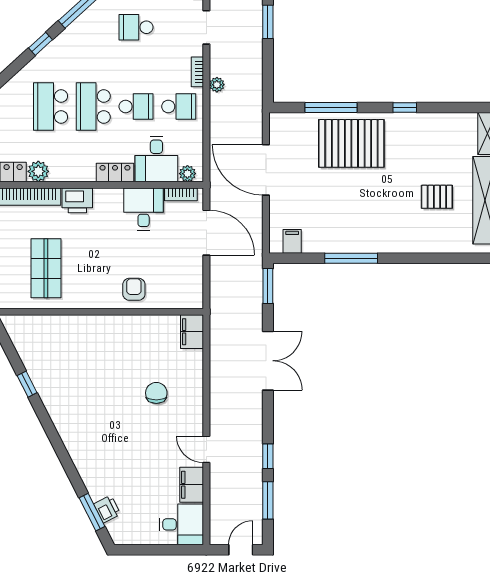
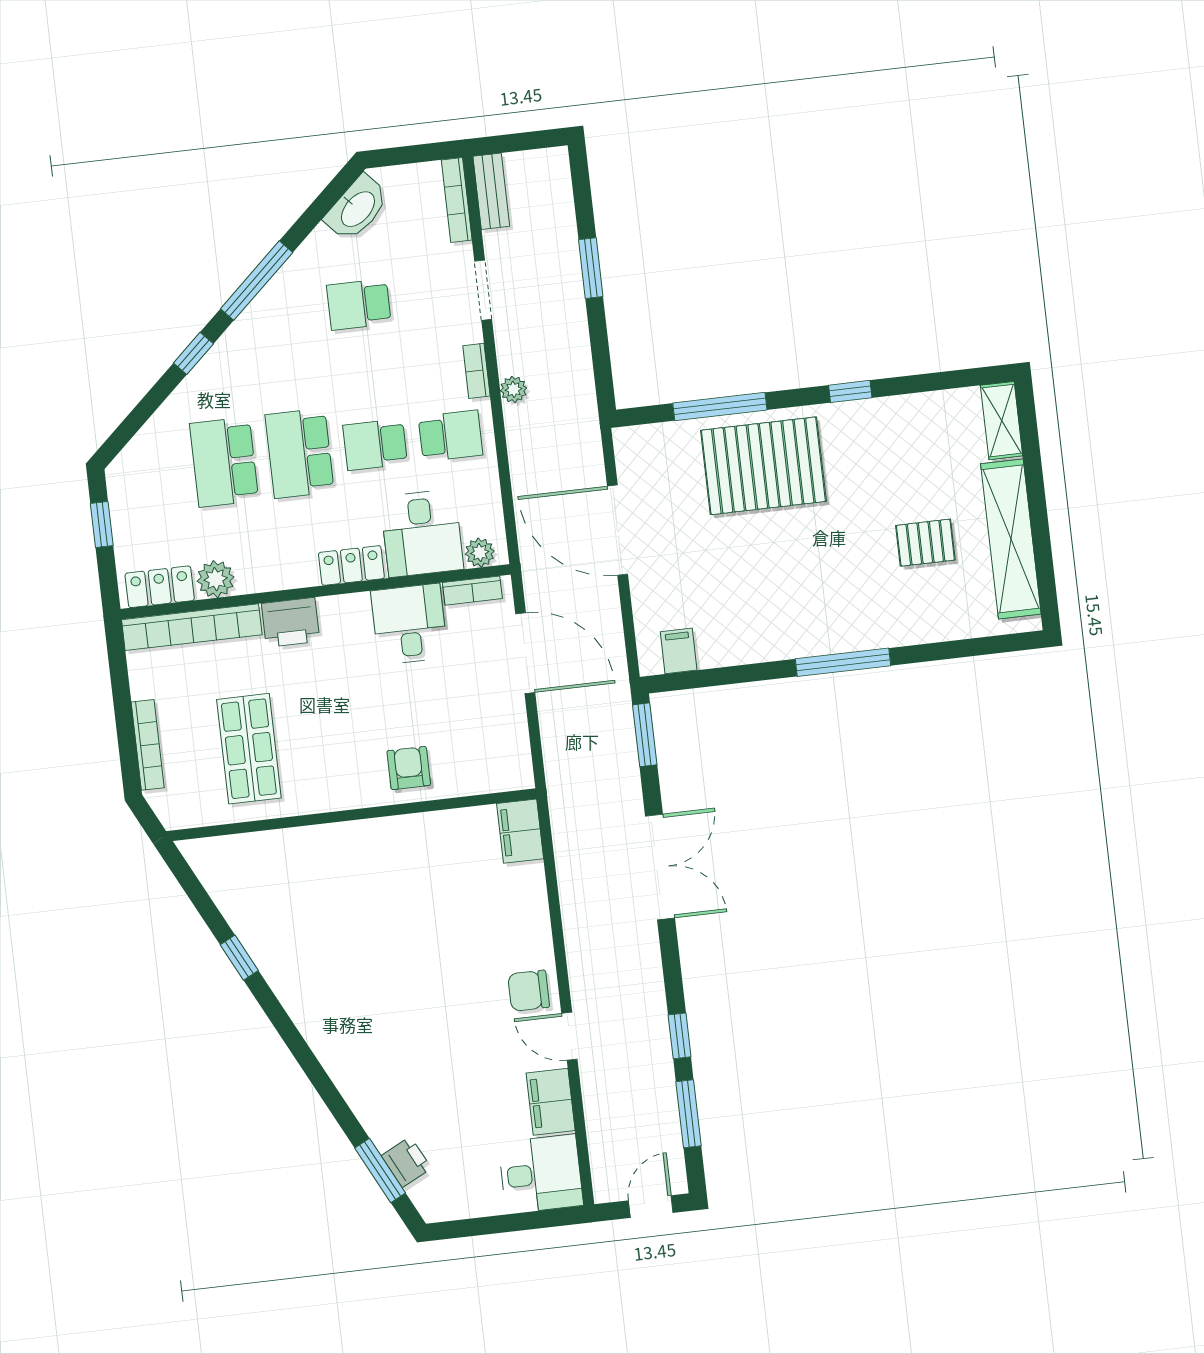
school desk: (136, 107) -> (375, 445), turned 180
window: (351, 258) -> (843, 662), moved
chair: (156, 393) -> (529, 991), moved, turned -90

